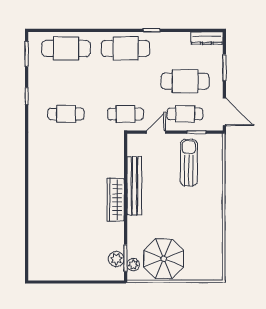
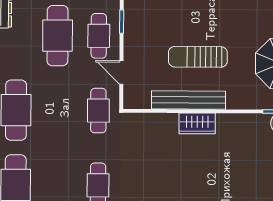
sun lounger: (189, 163) -> (198, 57), moved
wardrobe: (116, 200) -> (197, 123), width x0.67

